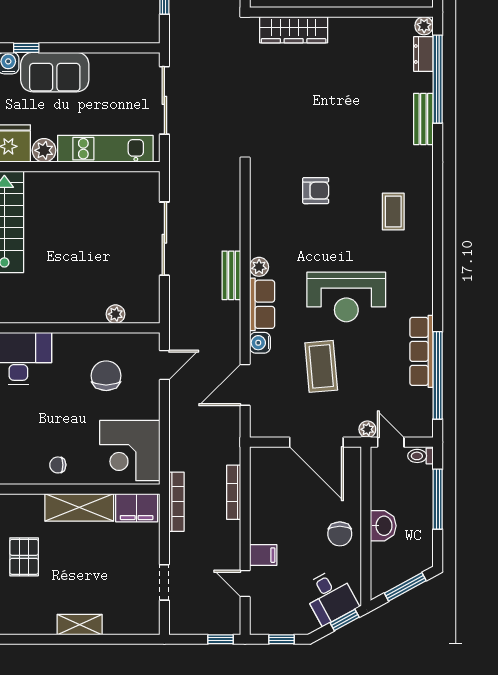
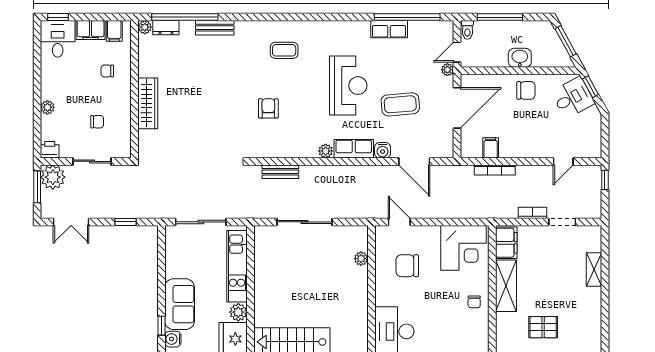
wardrobe: (294, 30) -> (148, 103), moved
bench: (231, 275) -> (280, 172), moved
row of seats: (422, 351) -> (389, 29), width x0.68
bookcase: (176, 502) -> (532, 213), moved, width x0.64
filing cabinet: (263, 555) -> (491, 148), moved
shelving: (80, 625) -> (594, 270), moved
window: (281, 639) -> (605, 134), removed

